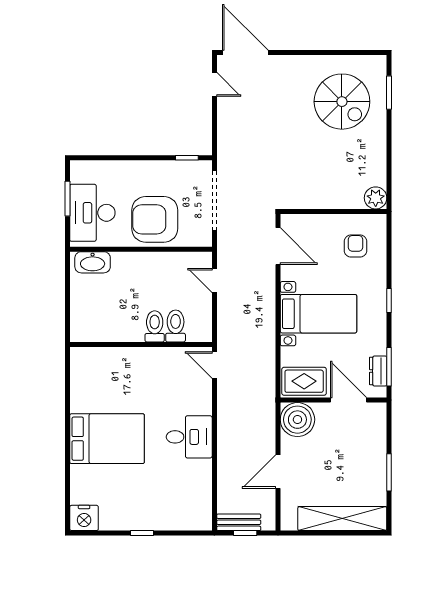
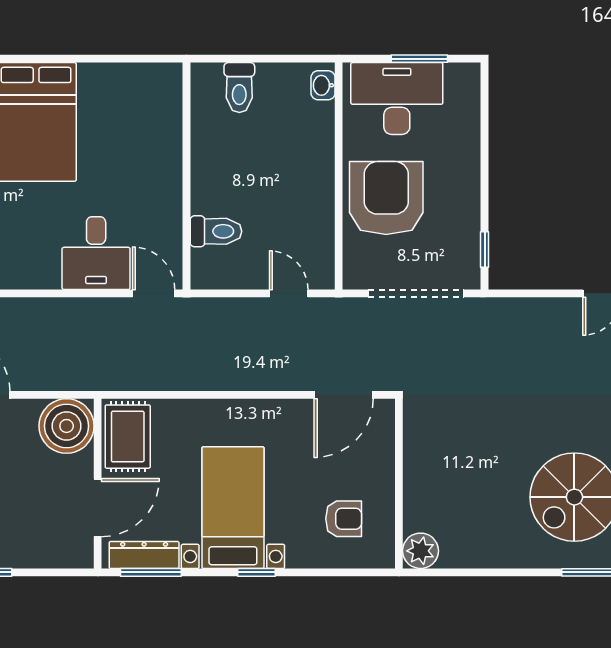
washbasin: (93, 262) -> (323, 85), width x0.52, depth x0.69
door: (214, 280) -> (289, 293), hinge flipped
bed with nightstands: (318, 314) -> (233, 508), moved, turned 180
toilet: (155, 326) -> (239, 88), moved, turned 90
door: (214, 365) -> (154, 293), hinge flipped
dresser: (378, 371) -> (144, 555), width x1.44
desk: (189, 437) -> (96, 253), moved

